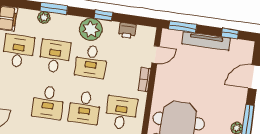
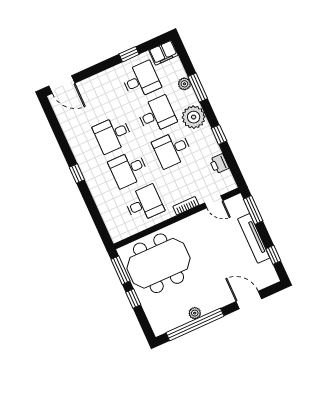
plant: (91, 29) -> (194, 117), moved

